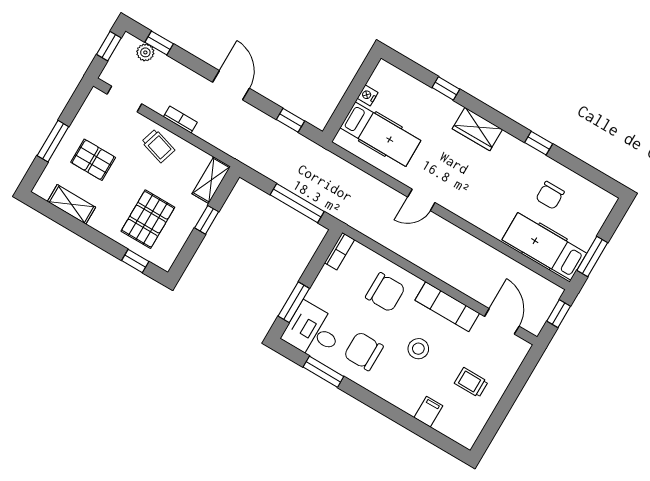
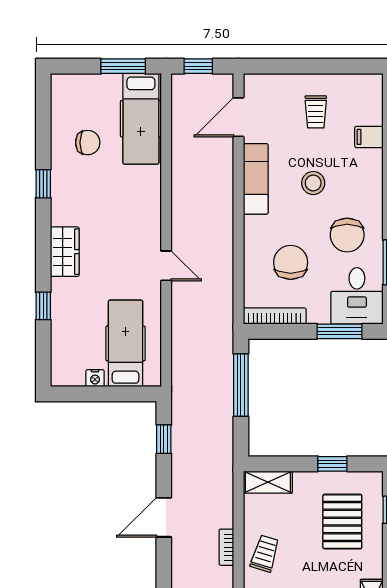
pallet: (148, 219) -> (342, 522), turned 90
window: (207, 220) -> (332, 464), moved
bookcase: (339, 251) -> (275, 316), width x1.56
chair: (385, 292) -> (291, 262), moved

